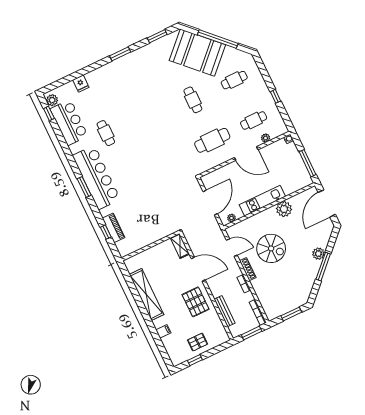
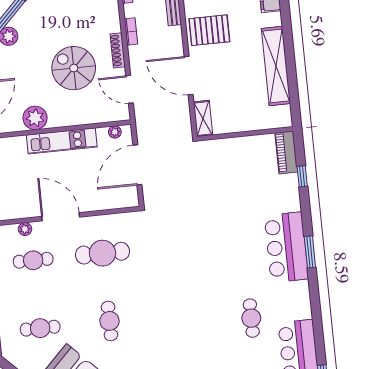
bar counter: (96, 177) -> (286, 247), width x0.73
piano: (114, 228) -> (286, 152), moved
pallet: (196, 302) -> (209, 30), turned 90

